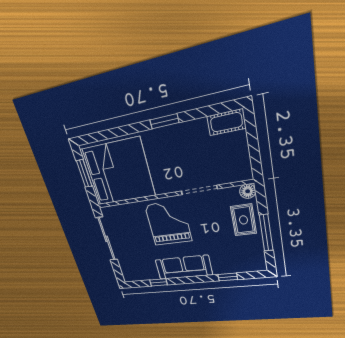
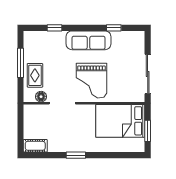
bed: (118, 172) -> (120, 121), width x0.73
floor lamp: (248, 191) -> (41, 97), moved

